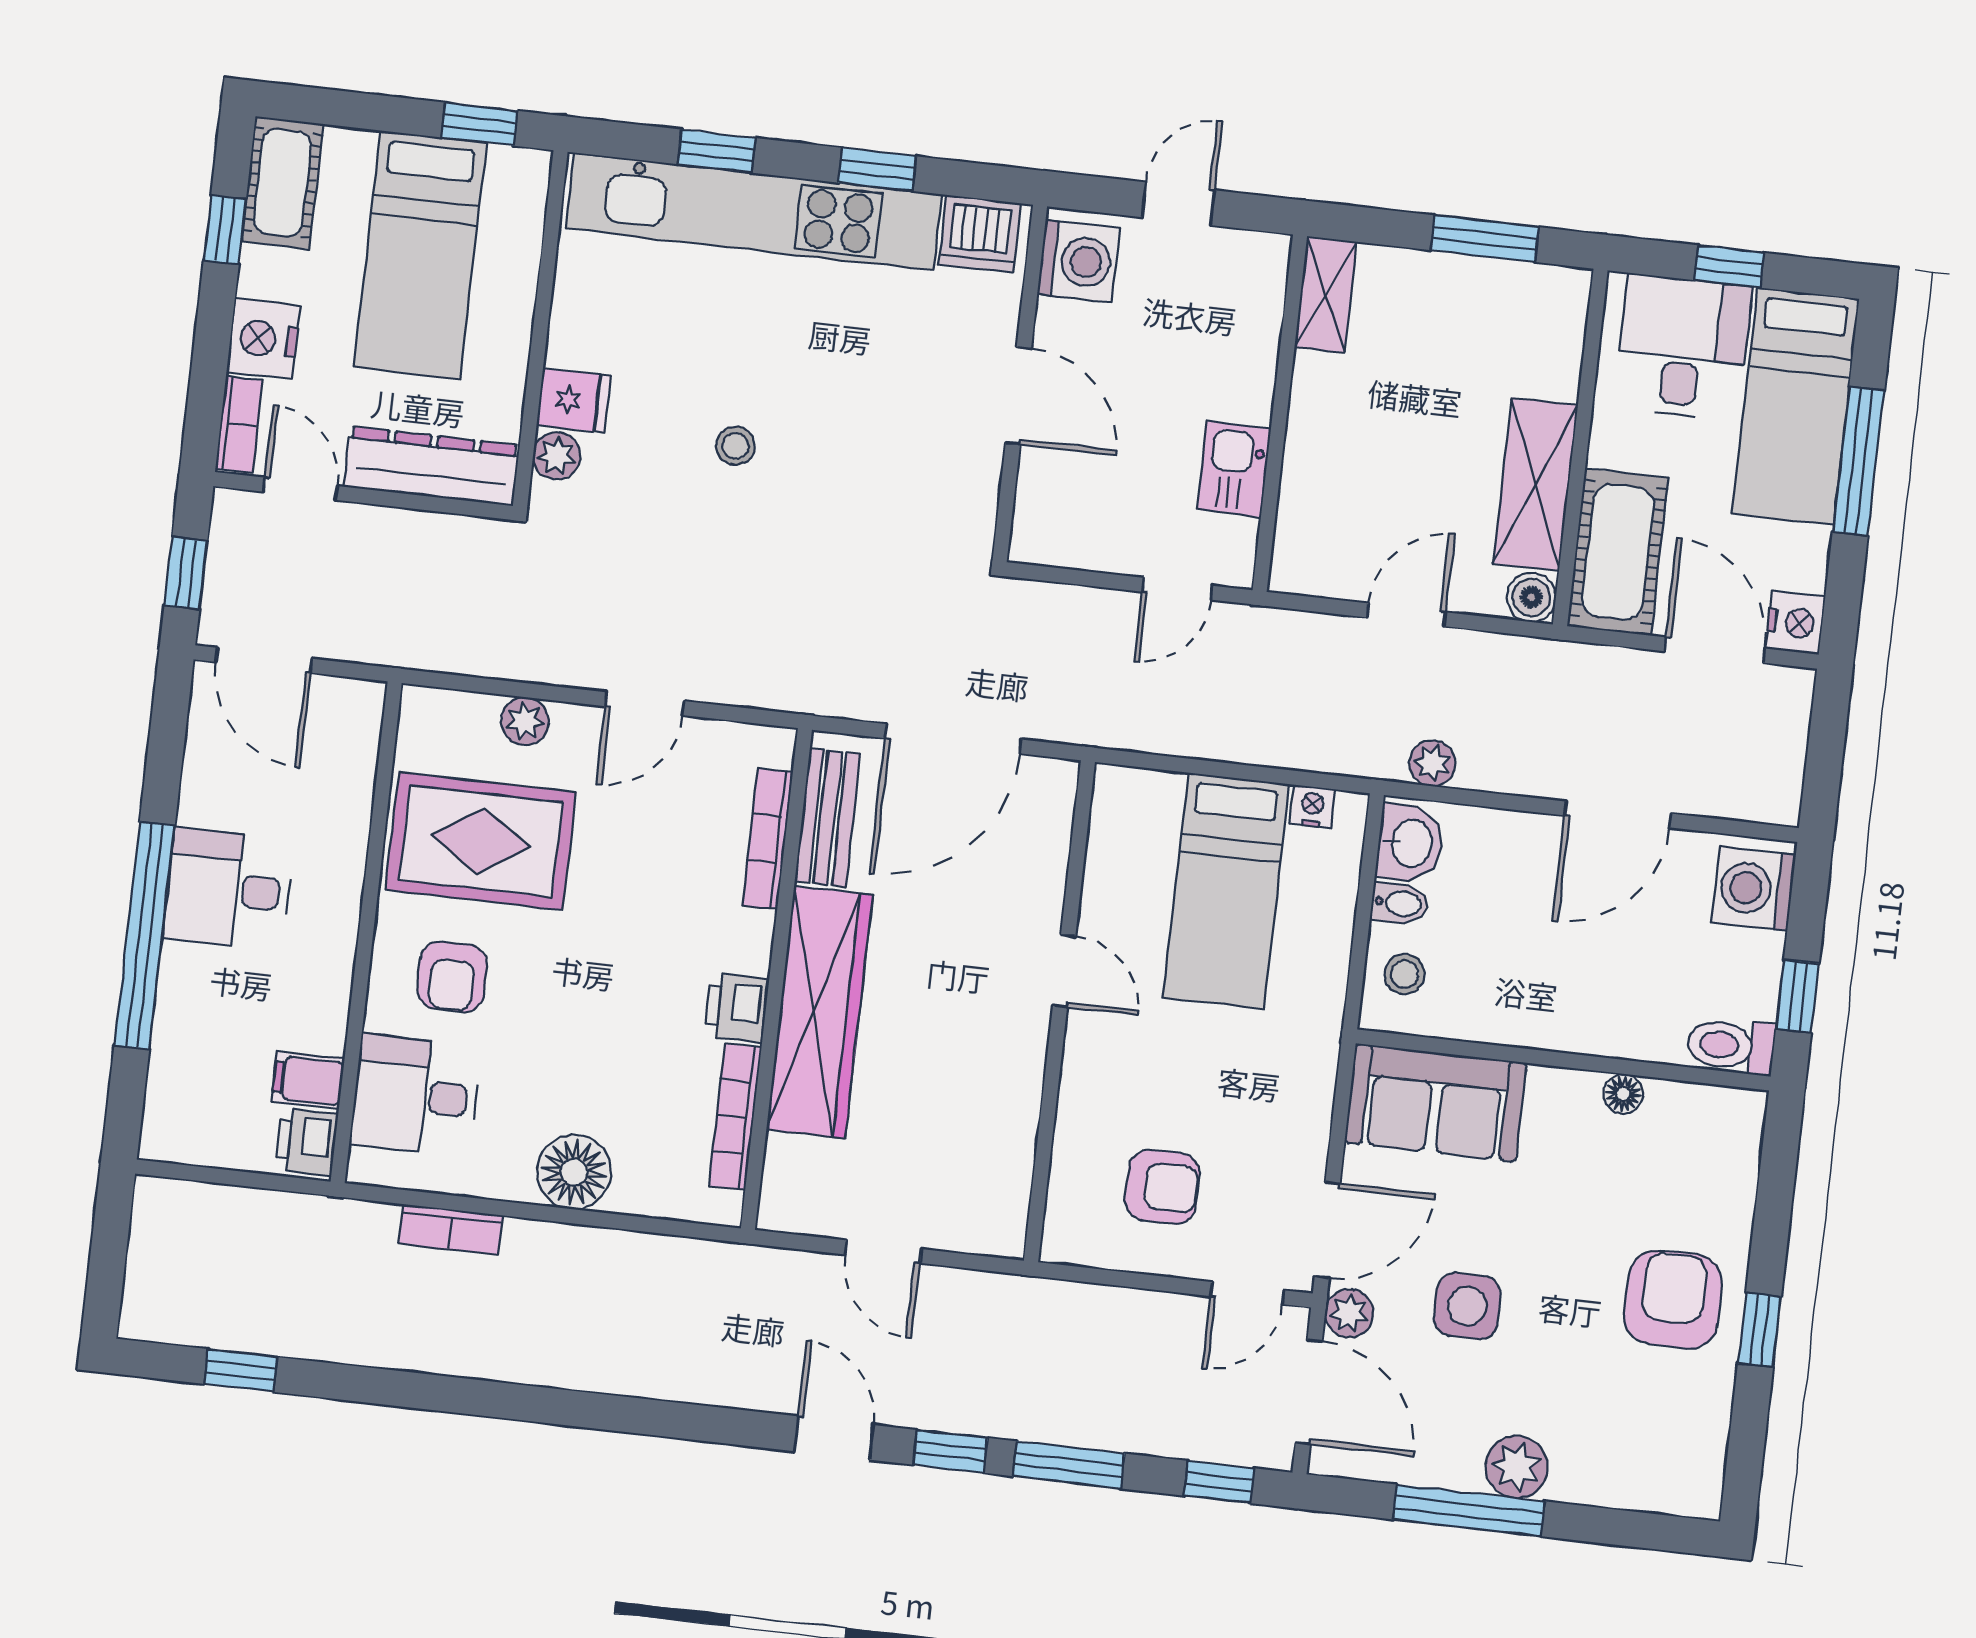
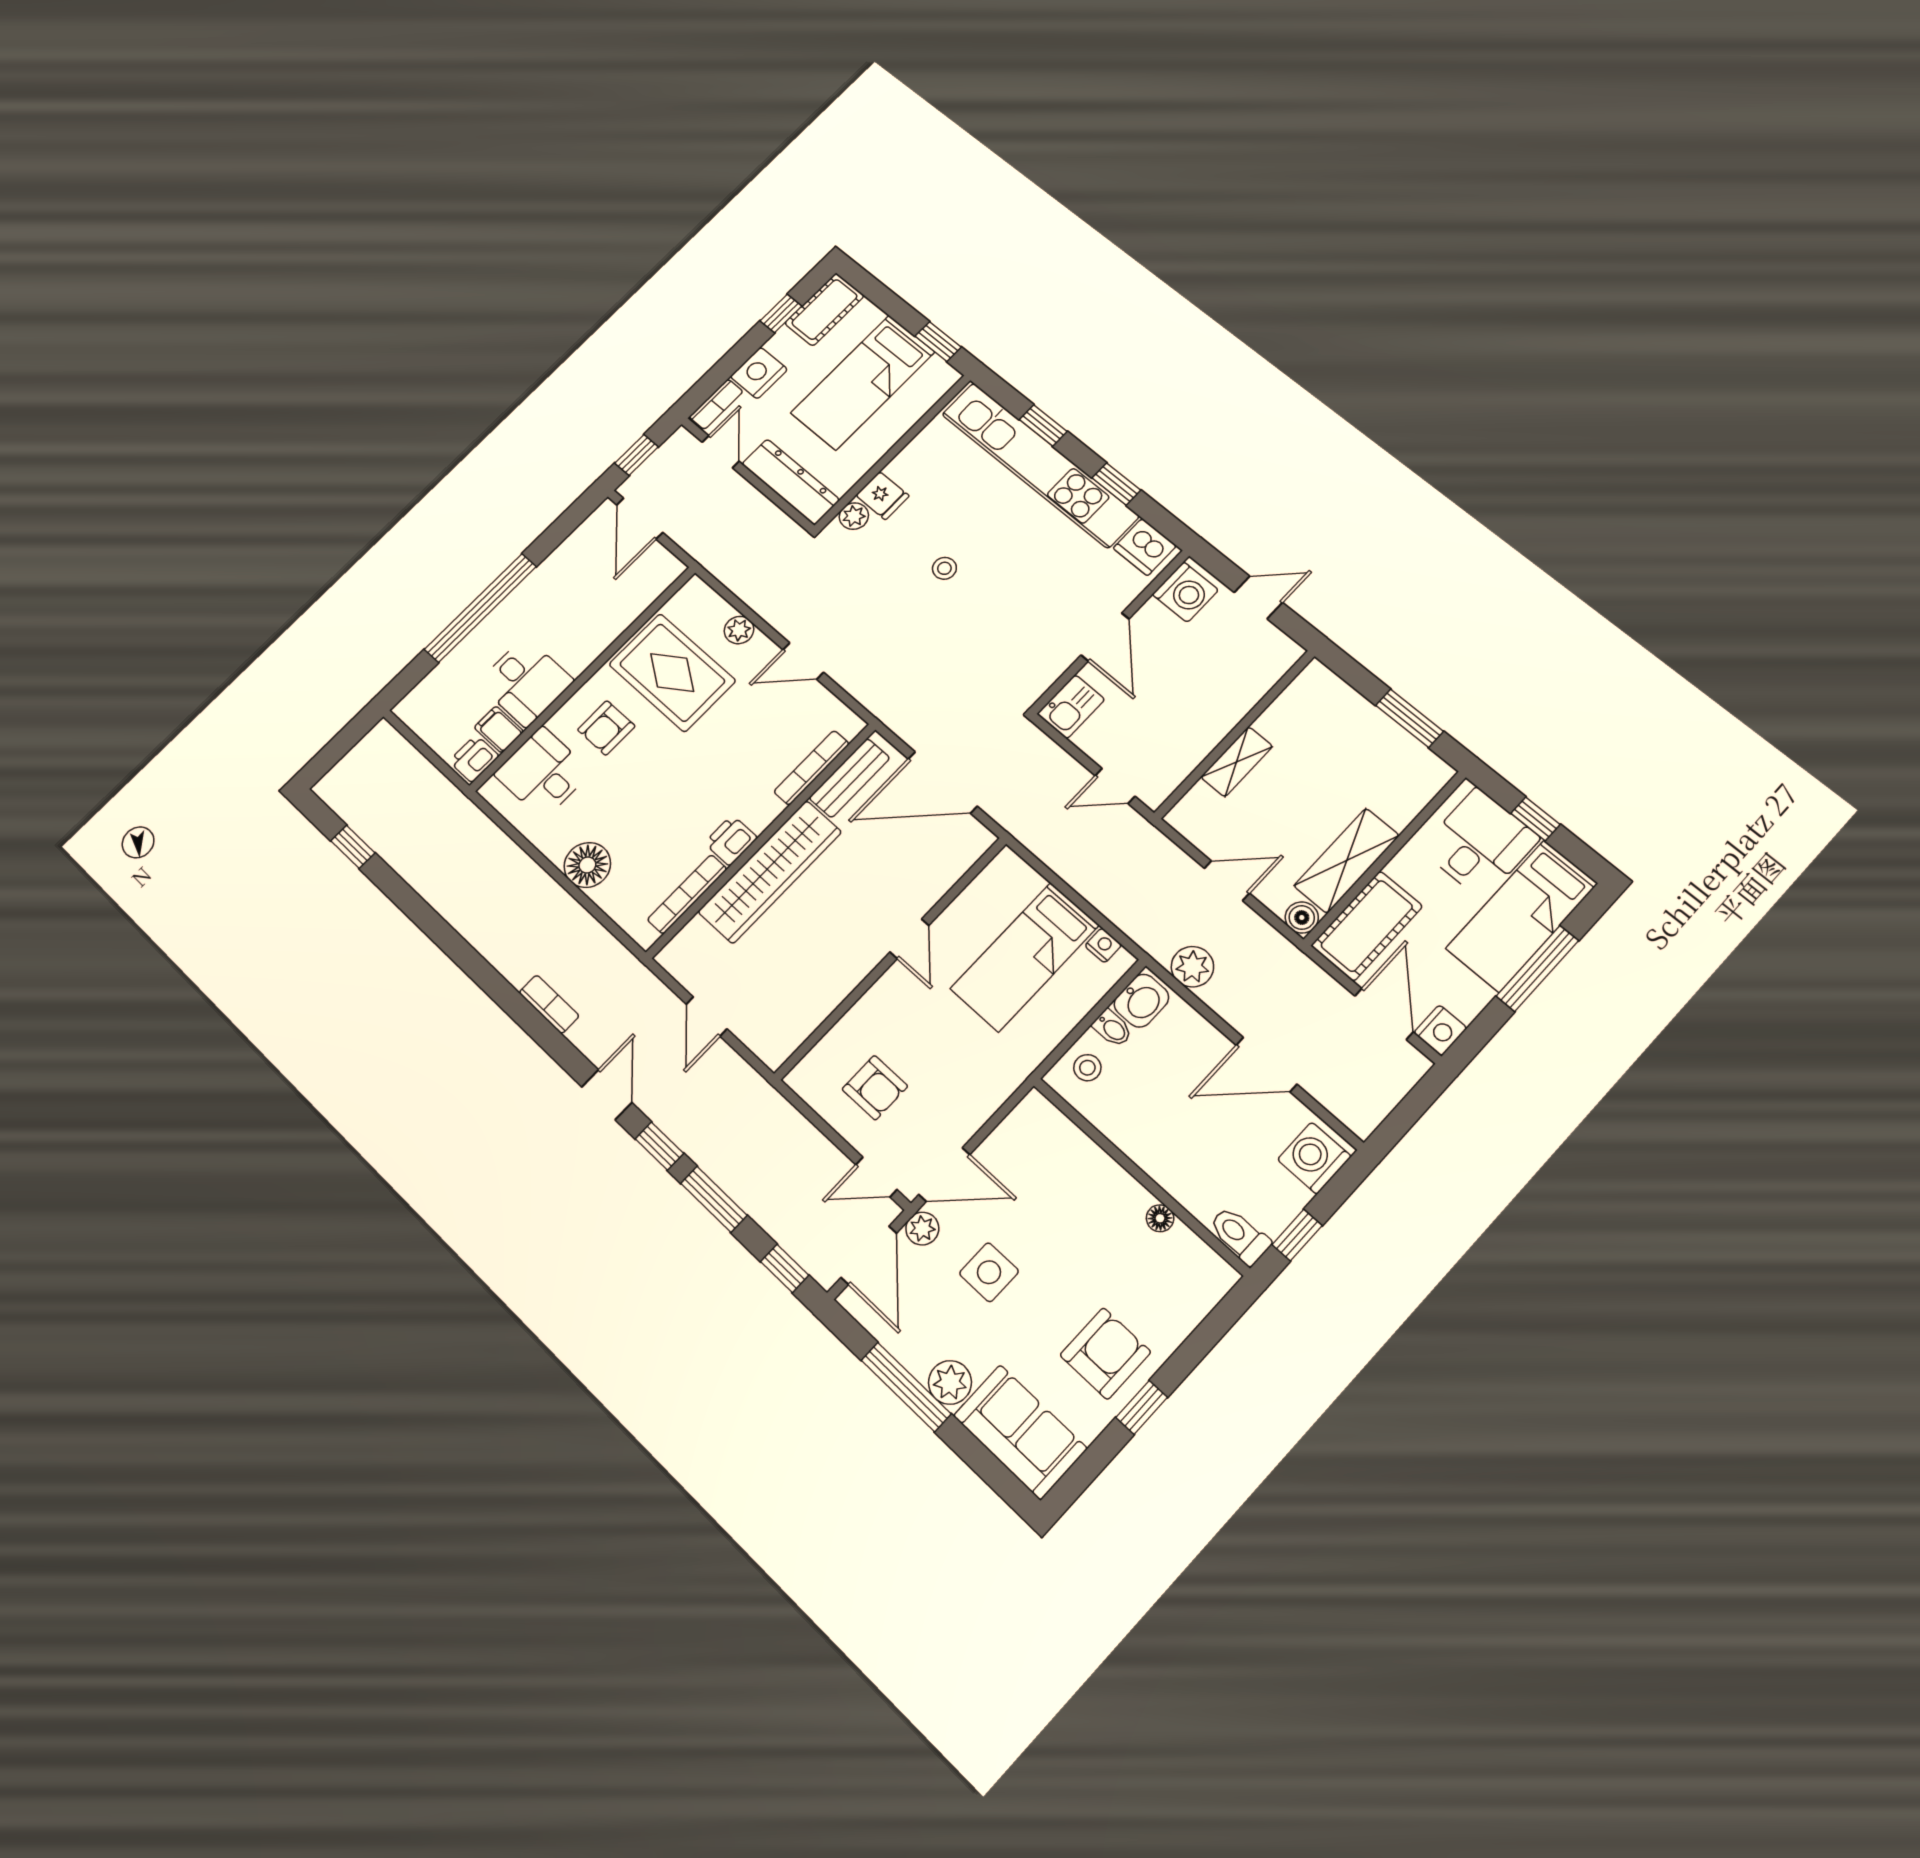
shelving: (1326, 294) -> (1237, 762), moved
kitchen sink: (1234, 469) -> (1071, 707), moved, turned 180
plant: (1432, 763) -> (1192, 967), width x1.38, depth x1.38
desk: (228, 889) -> (526, 682), moved, turned 180
sofa: (1436, 1103) -> (1020, 1432), moved, turned 180
bookcase: (451, 1229) -> (549, 1004), moved, turned 180

